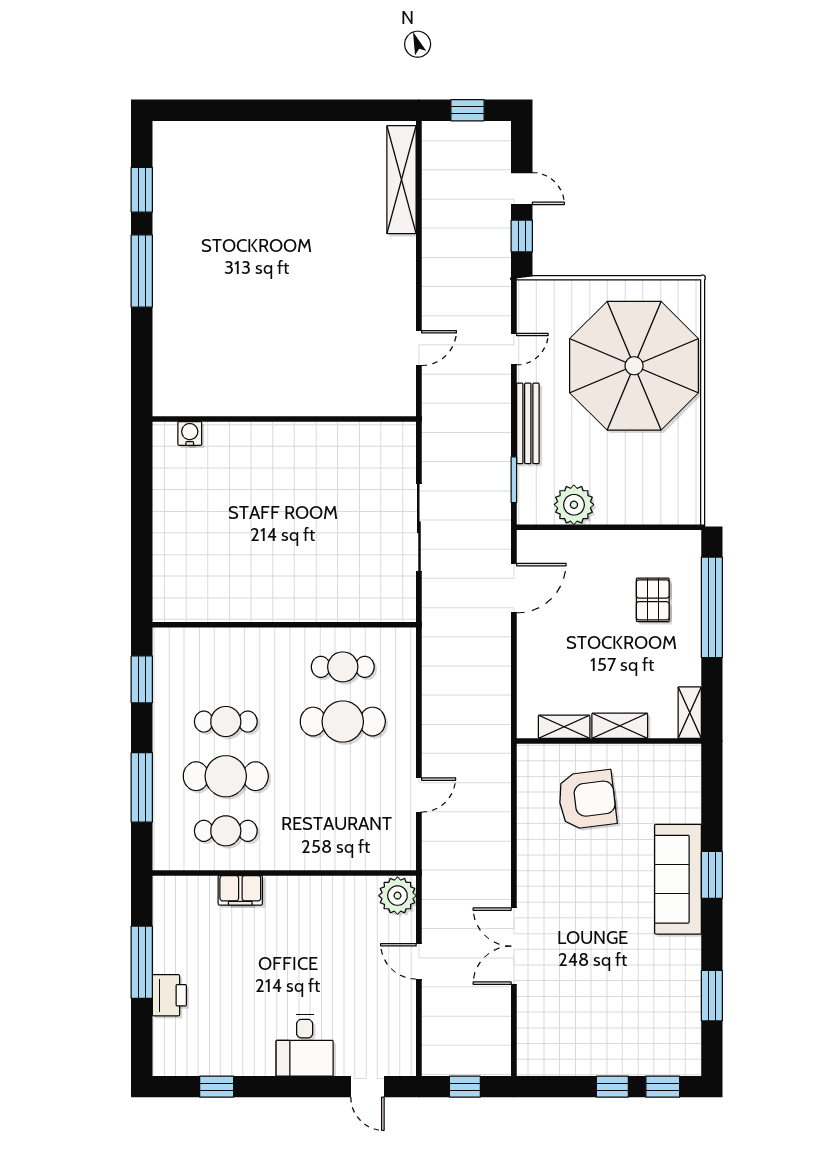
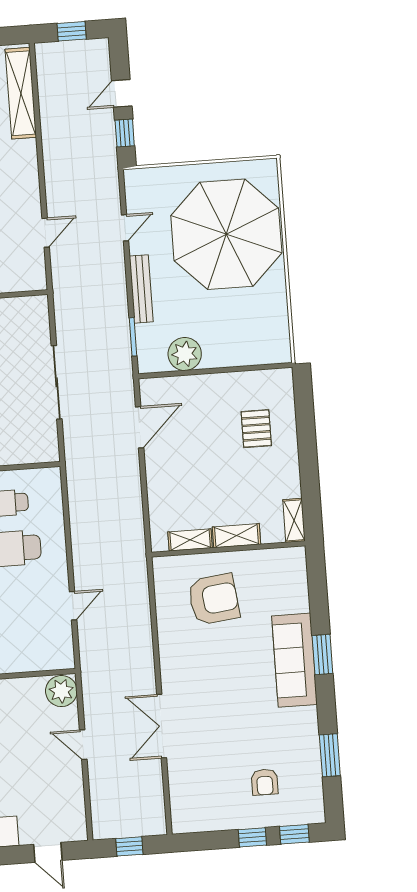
door: (522, 189) -> (122, 93), swing flipped
window: (712, 607) -> (306, 431), removed
armchair: (632, 1022) -> (265, 782), added

